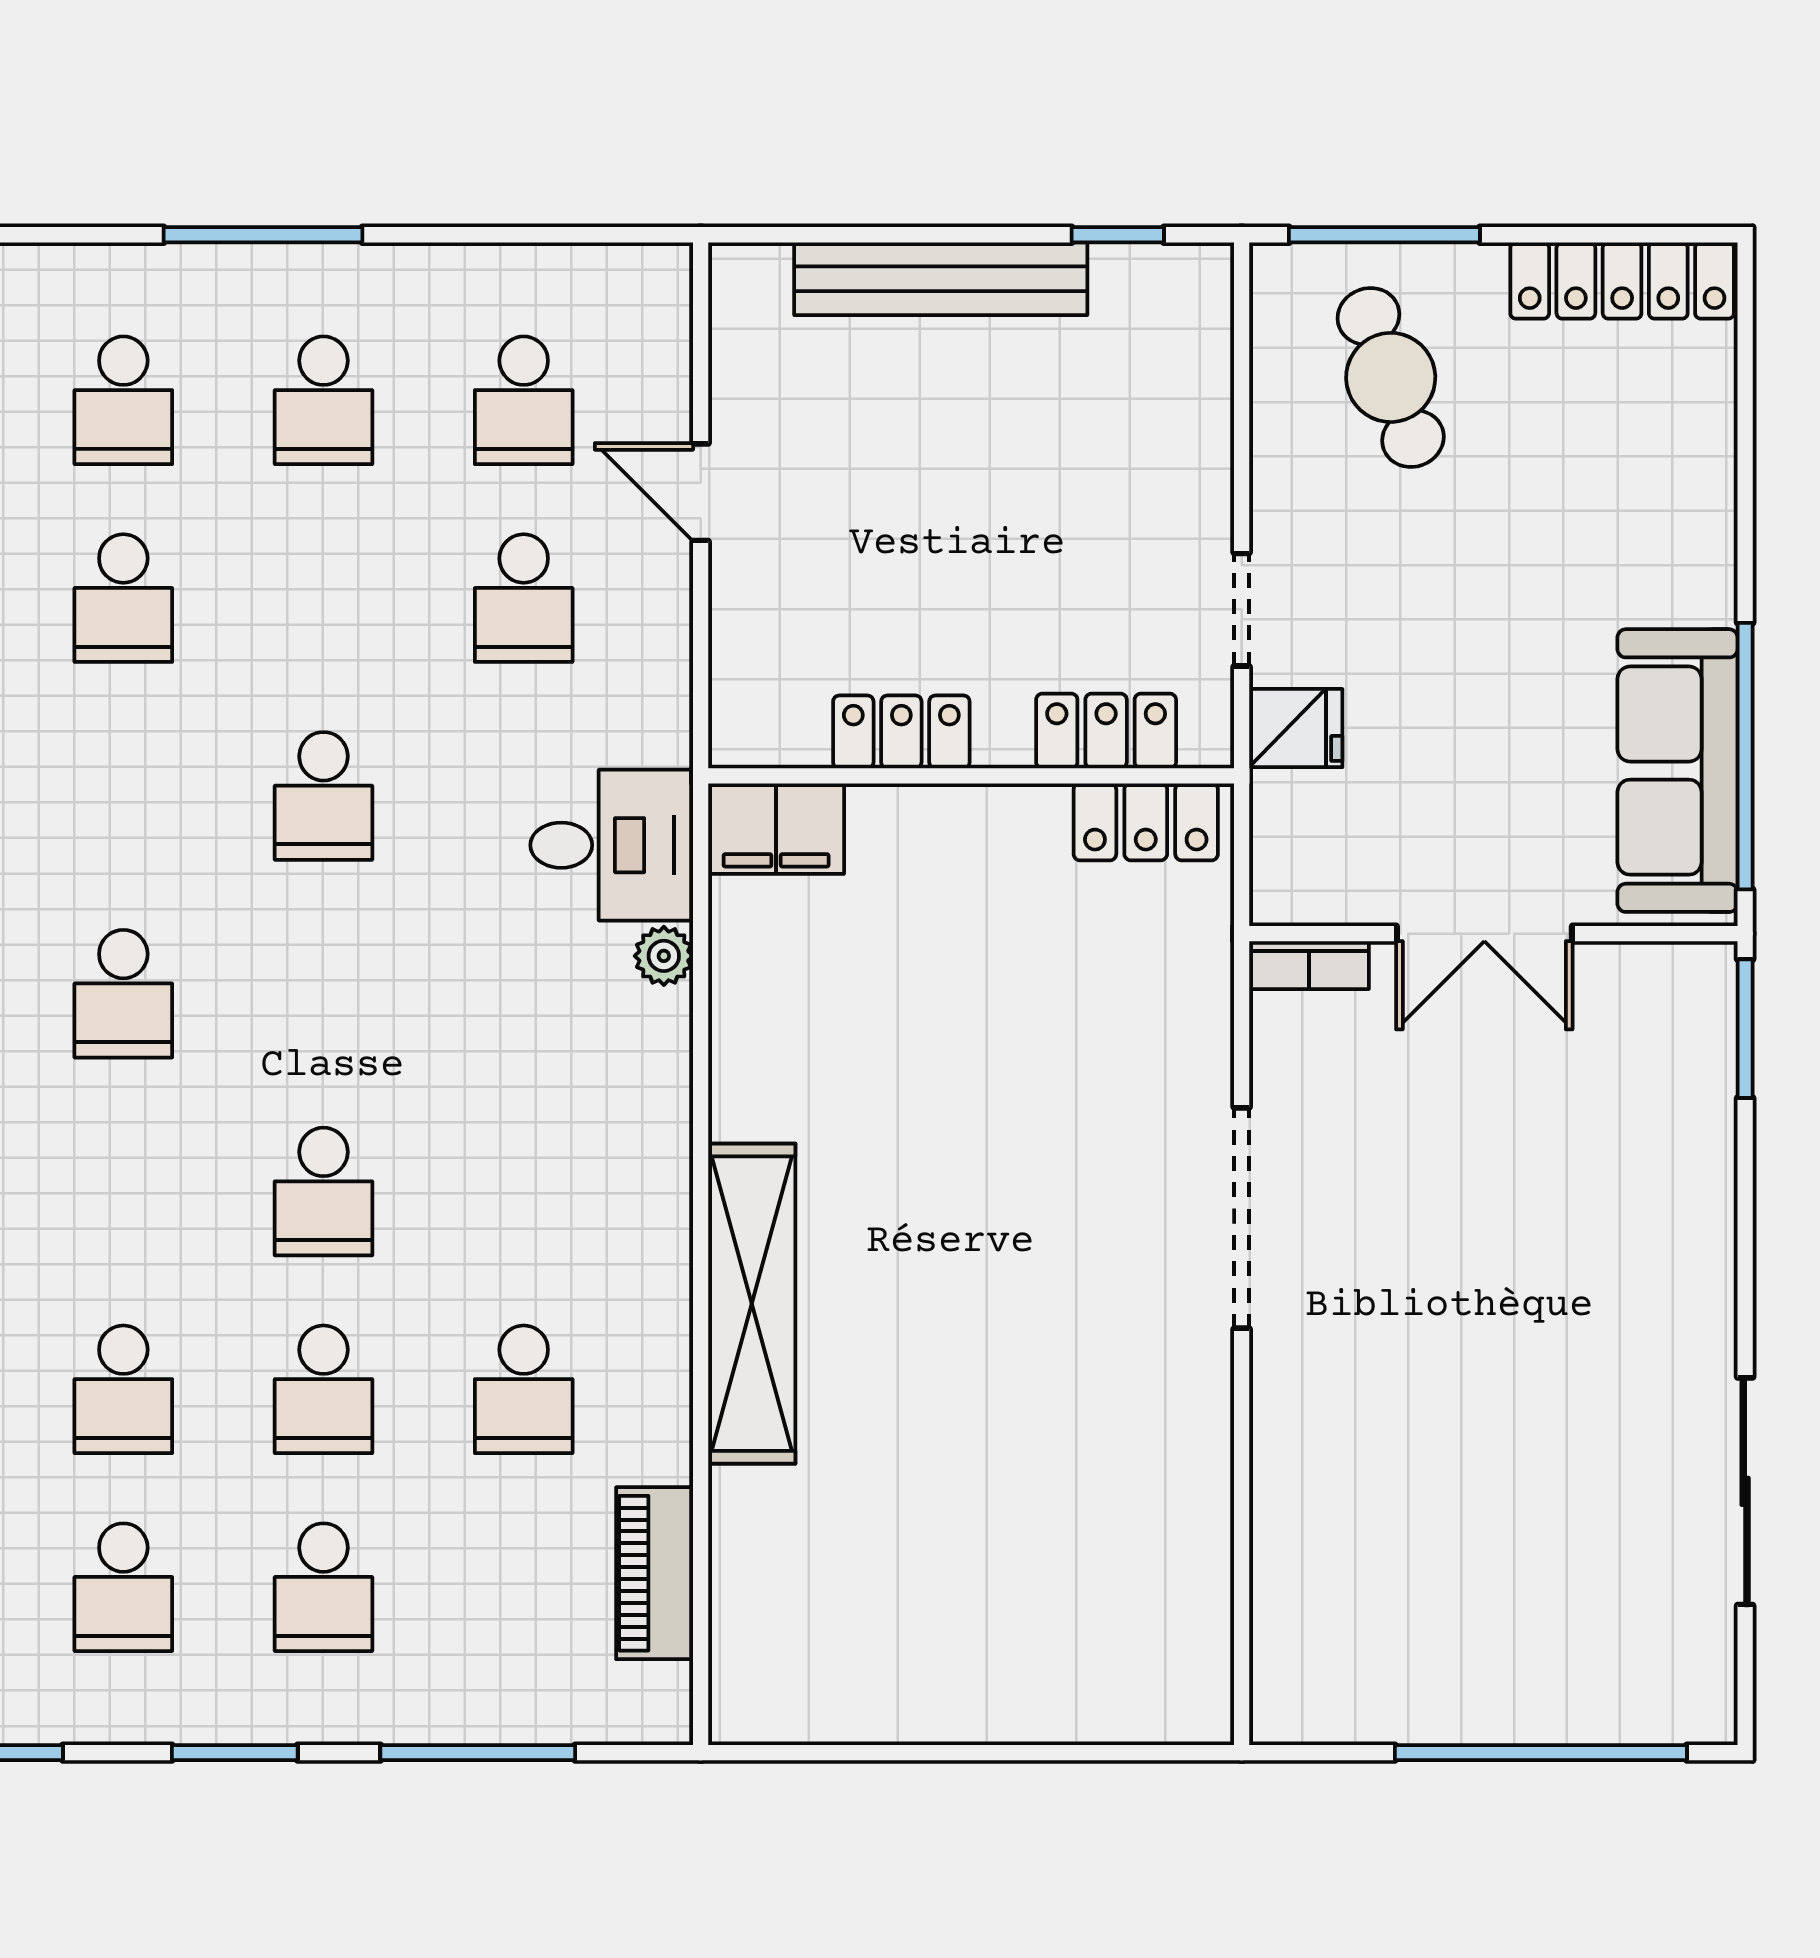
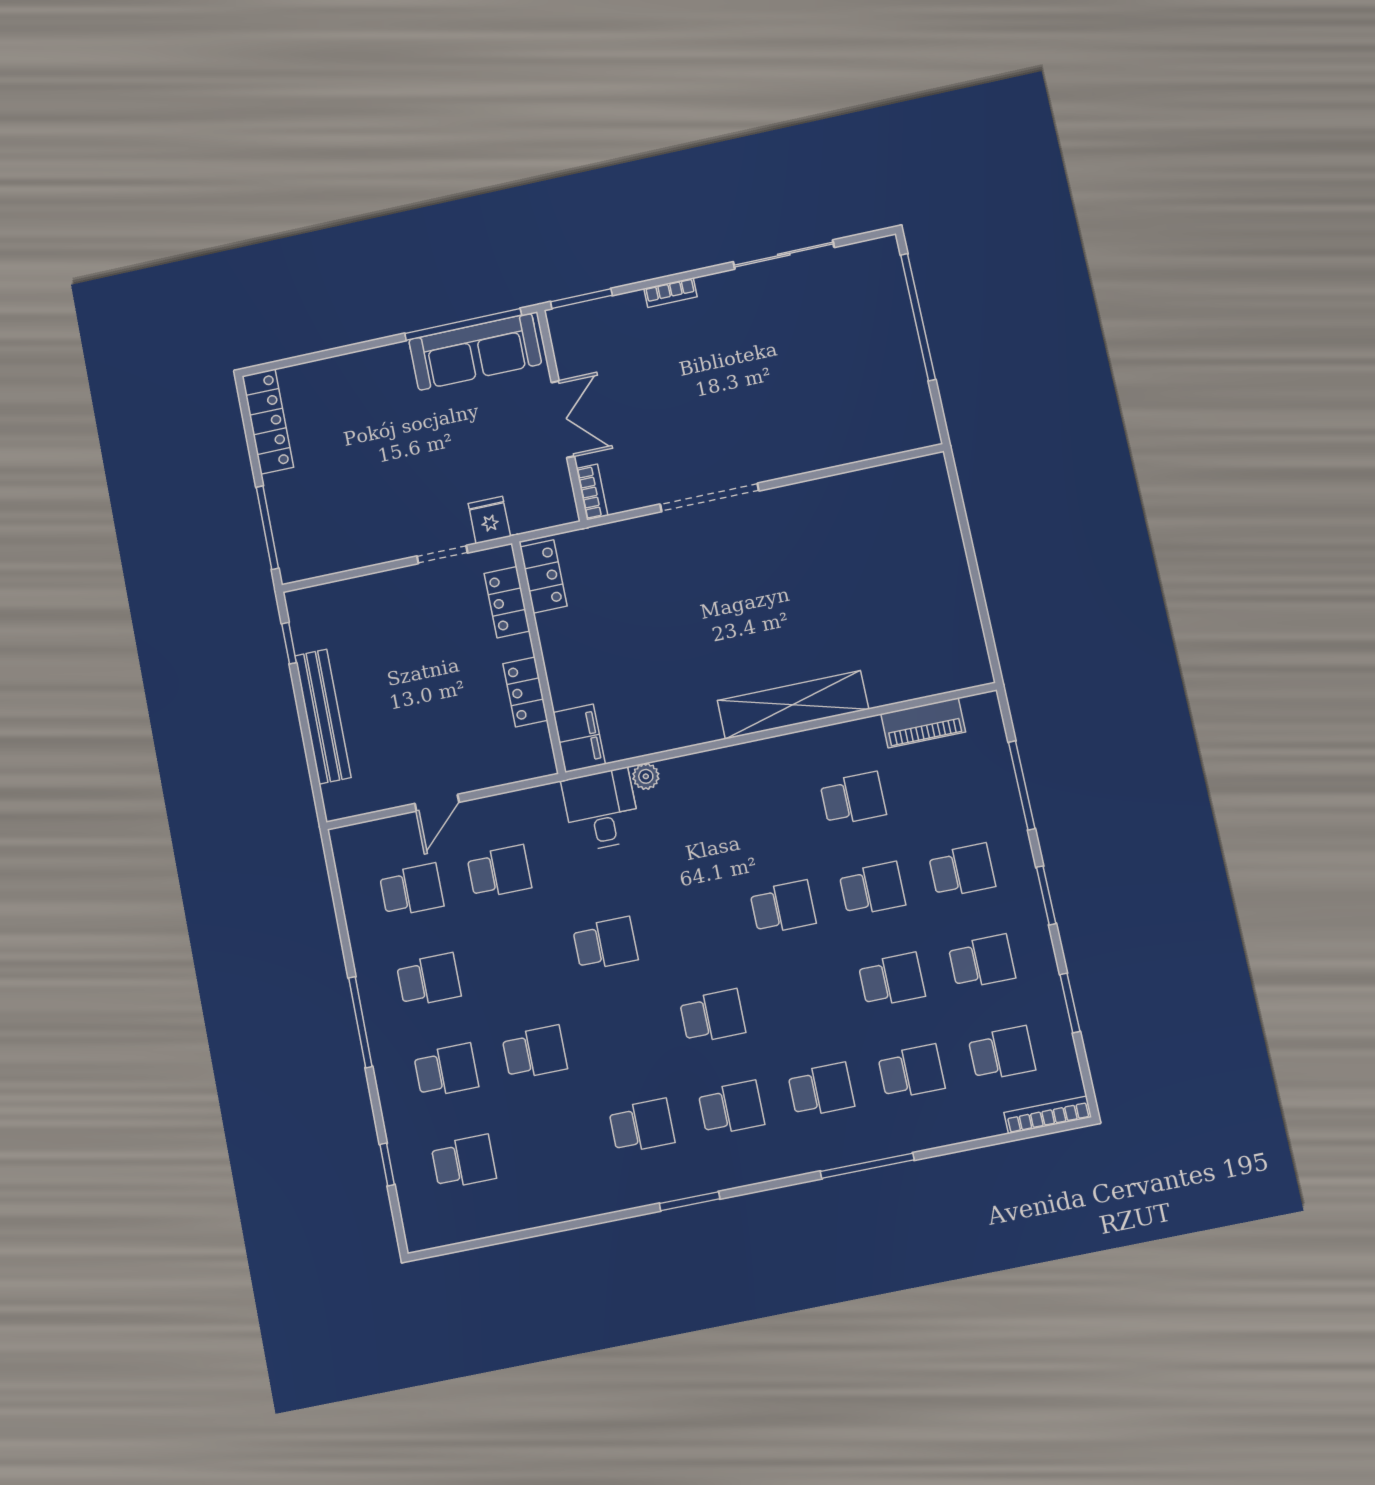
cafe table: (1391, 377) -> (329, 512), removed
bookcase: (1715, 1227) -> (670, 293), added

